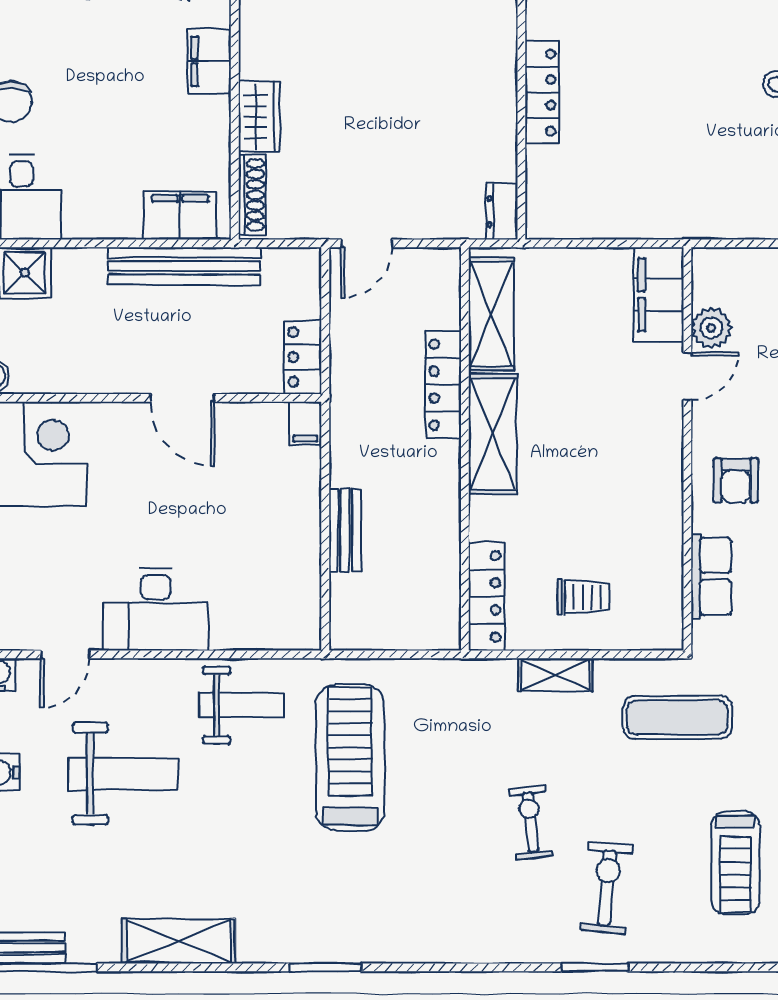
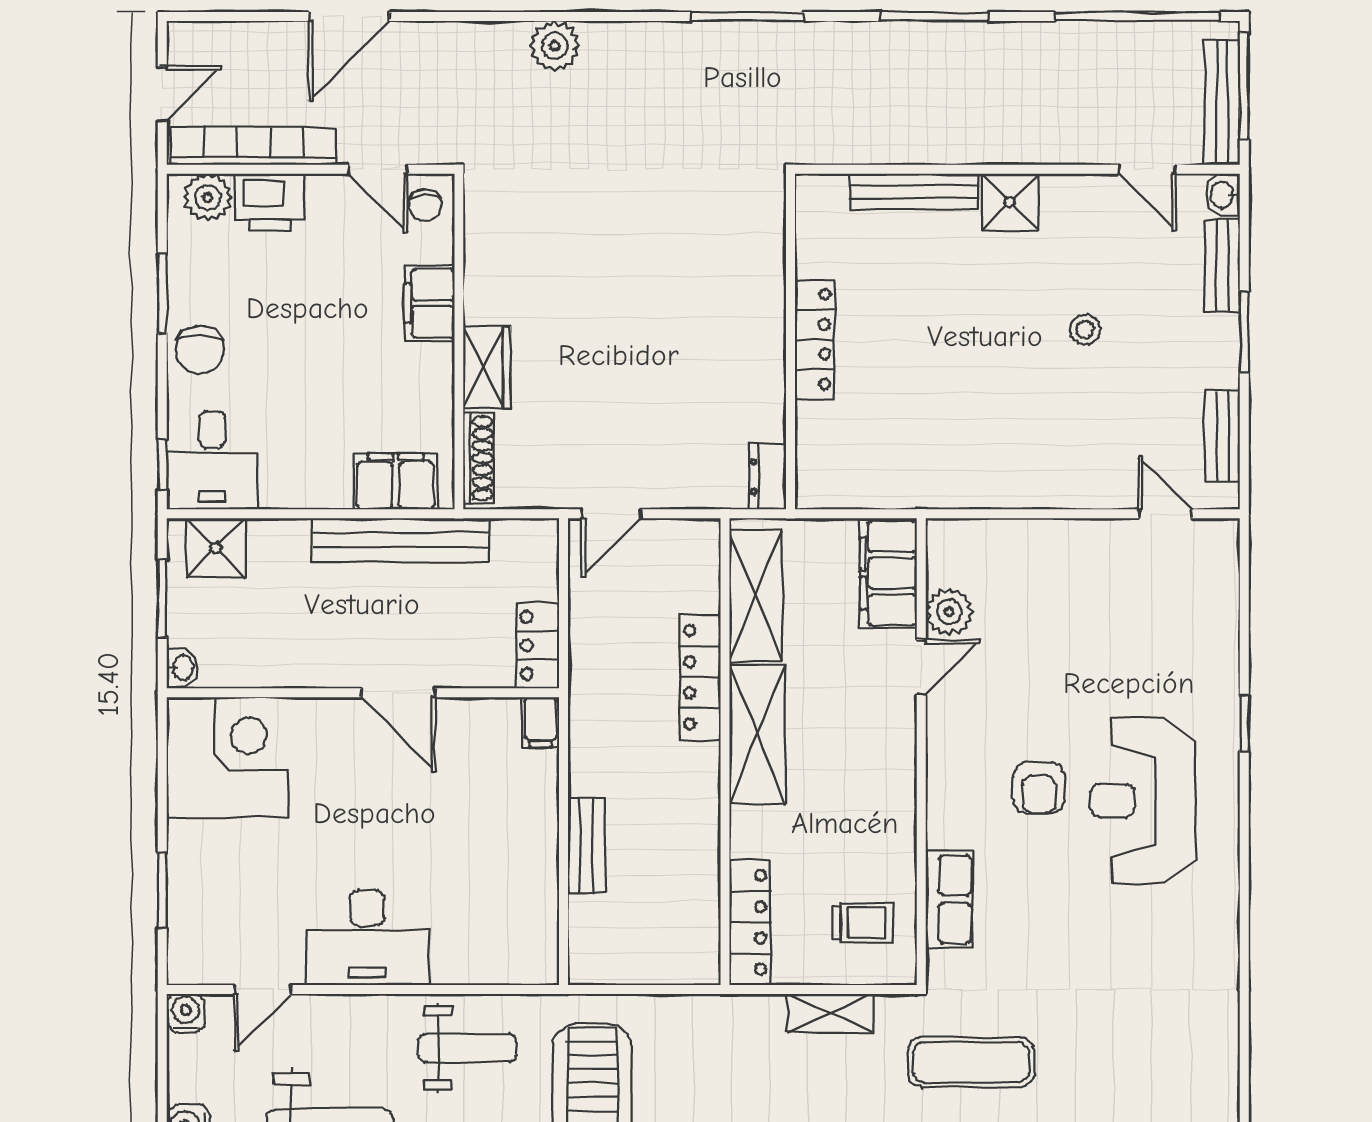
filing cabinet: (659, 295) -> (888, 573), moved
plant: (711, 328) -> (949, 612), moved
door: (687, 376) -> (921, 668), moved
wall: (687, 449) -> (921, 752), moved
row of seats: (711, 576) -> (949, 899), moved

